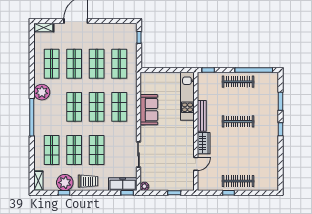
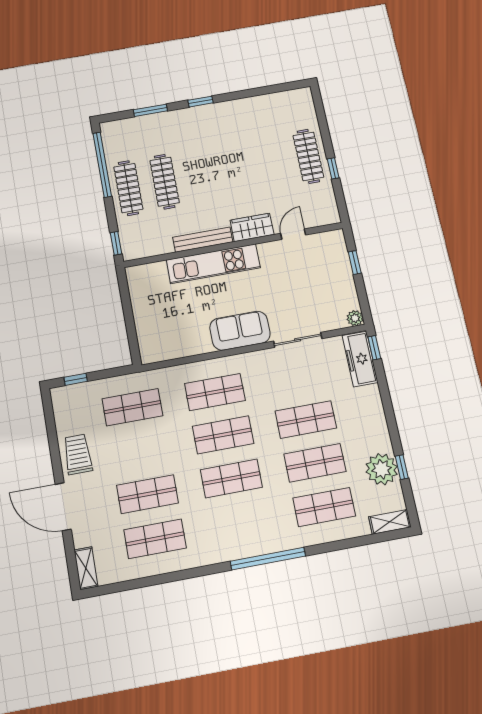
shop shelf: (97, 64) -> (140, 450), removed
plant: (42, 92) -> (214, 548), removed
kitchen unit: (187, 96) -> (213, 264), moved
sofa: (149, 110) -> (240, 331), moved
clothes rail: (238, 121) -> (165, 182), moved
door: (196, 164) -> (293, 234), hinge flipped
trolley: (88, 181) -> (78, 454), moved

